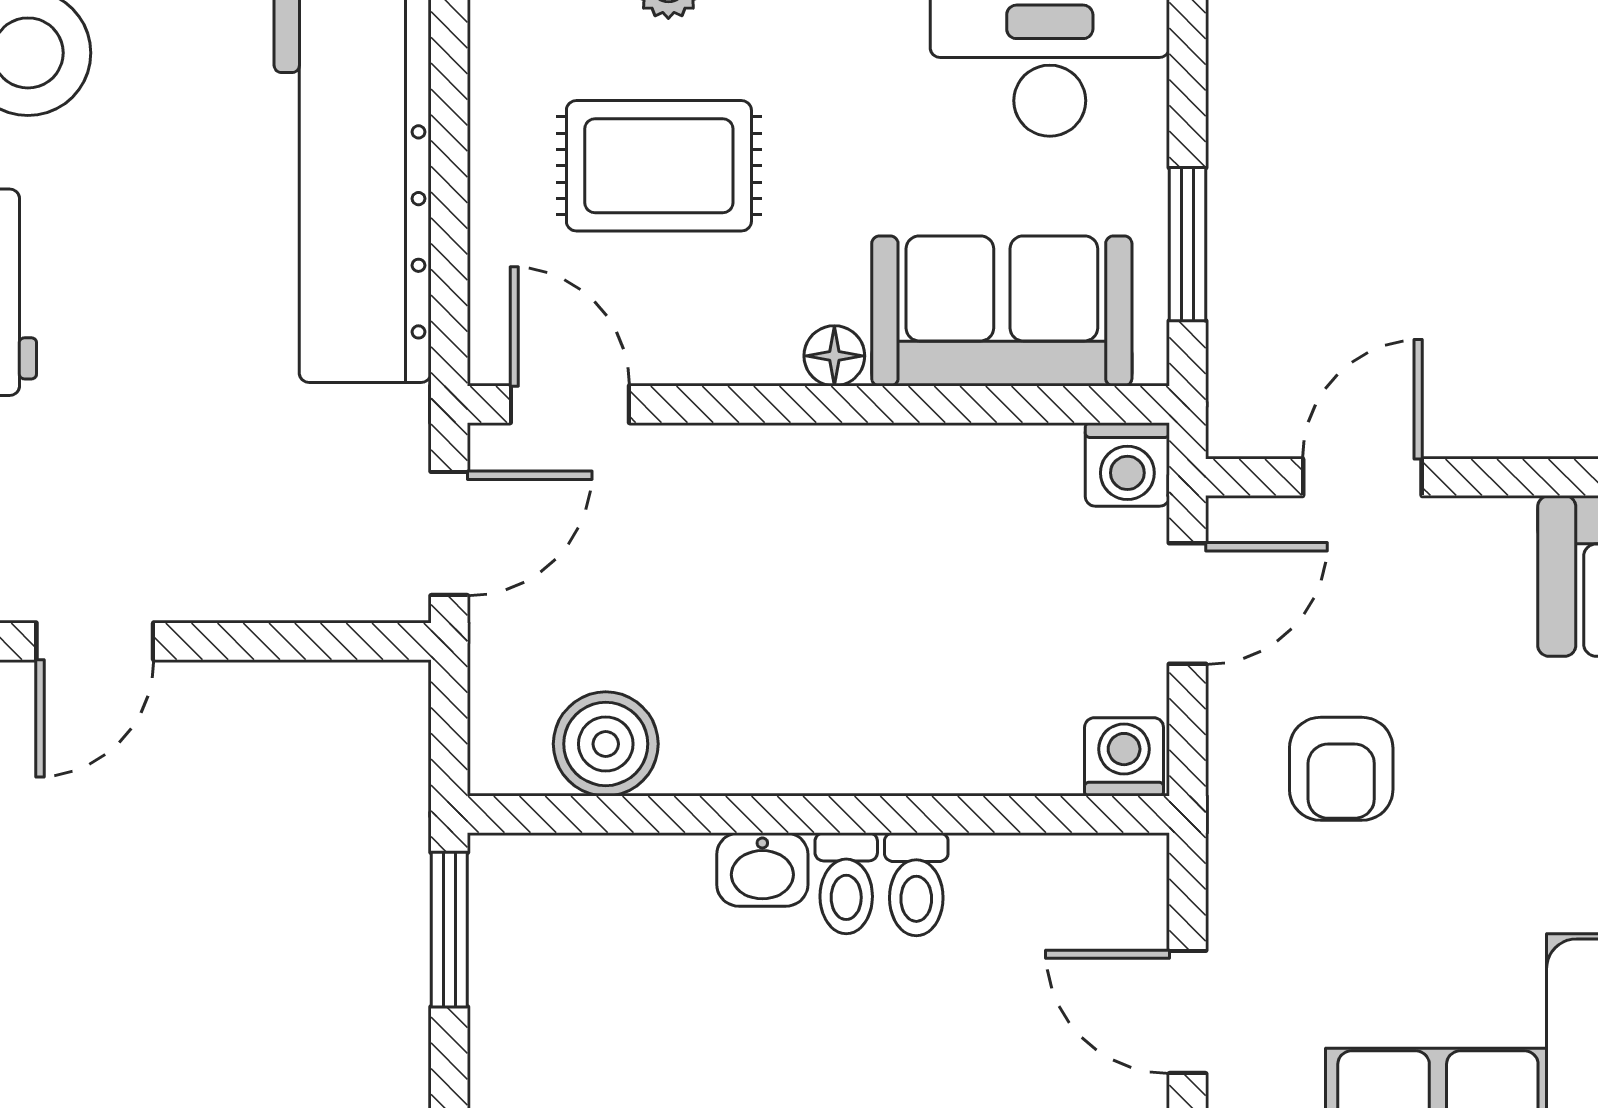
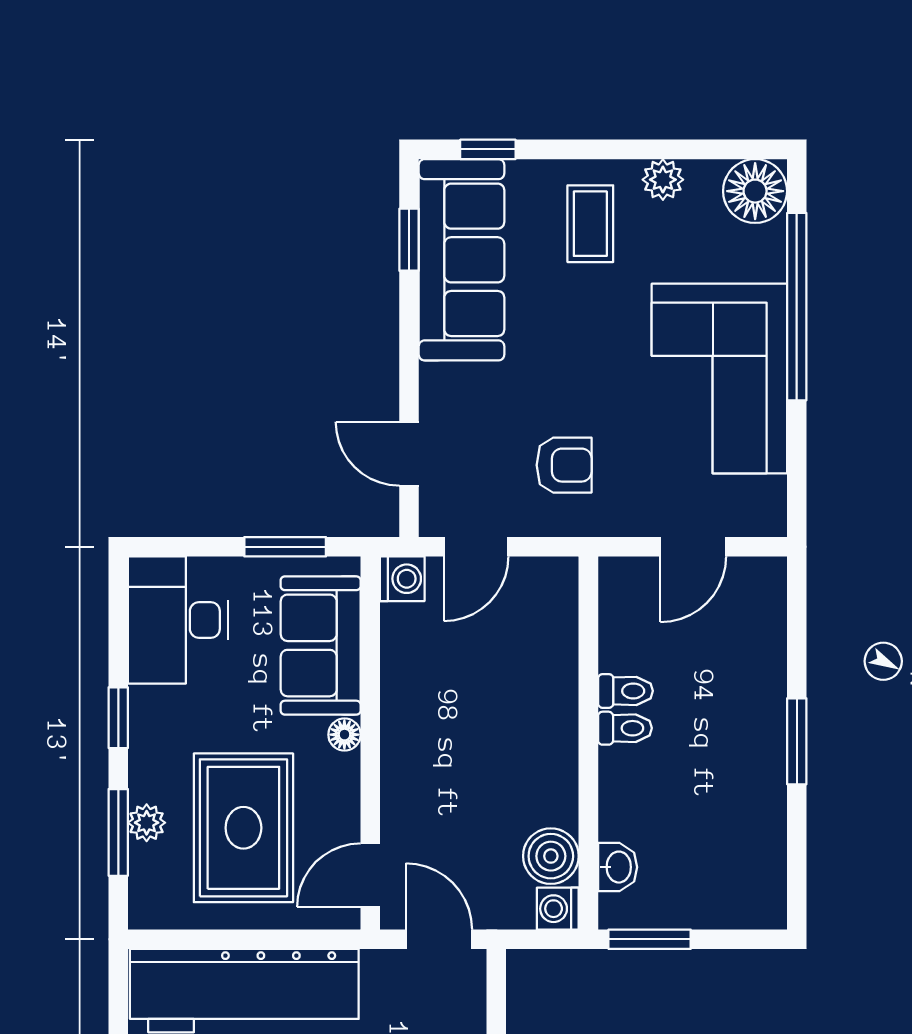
rug: (659, 166) -> (243, 828), width x1.36, depth x1.43
door: (1188, 604) -> (476, 547), swing flipped
washing machine: (1124, 757) -> (558, 909), moved
washbasin: (762, 869) -> (618, 867), moved

